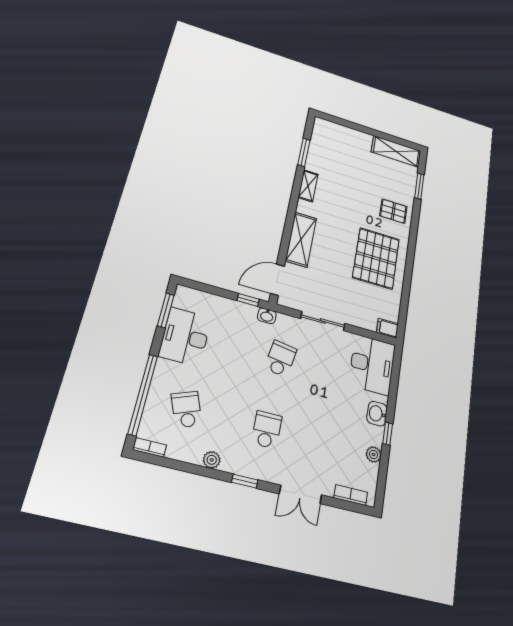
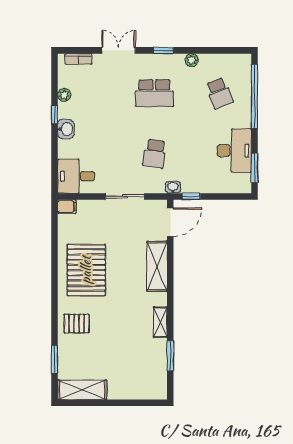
desk: (372, 365) -> (76, 176), width x0.73
school desk: (267, 430) -> (154, 93), width x1.85
bookcase: (150, 447) -> (239, 58), removed

